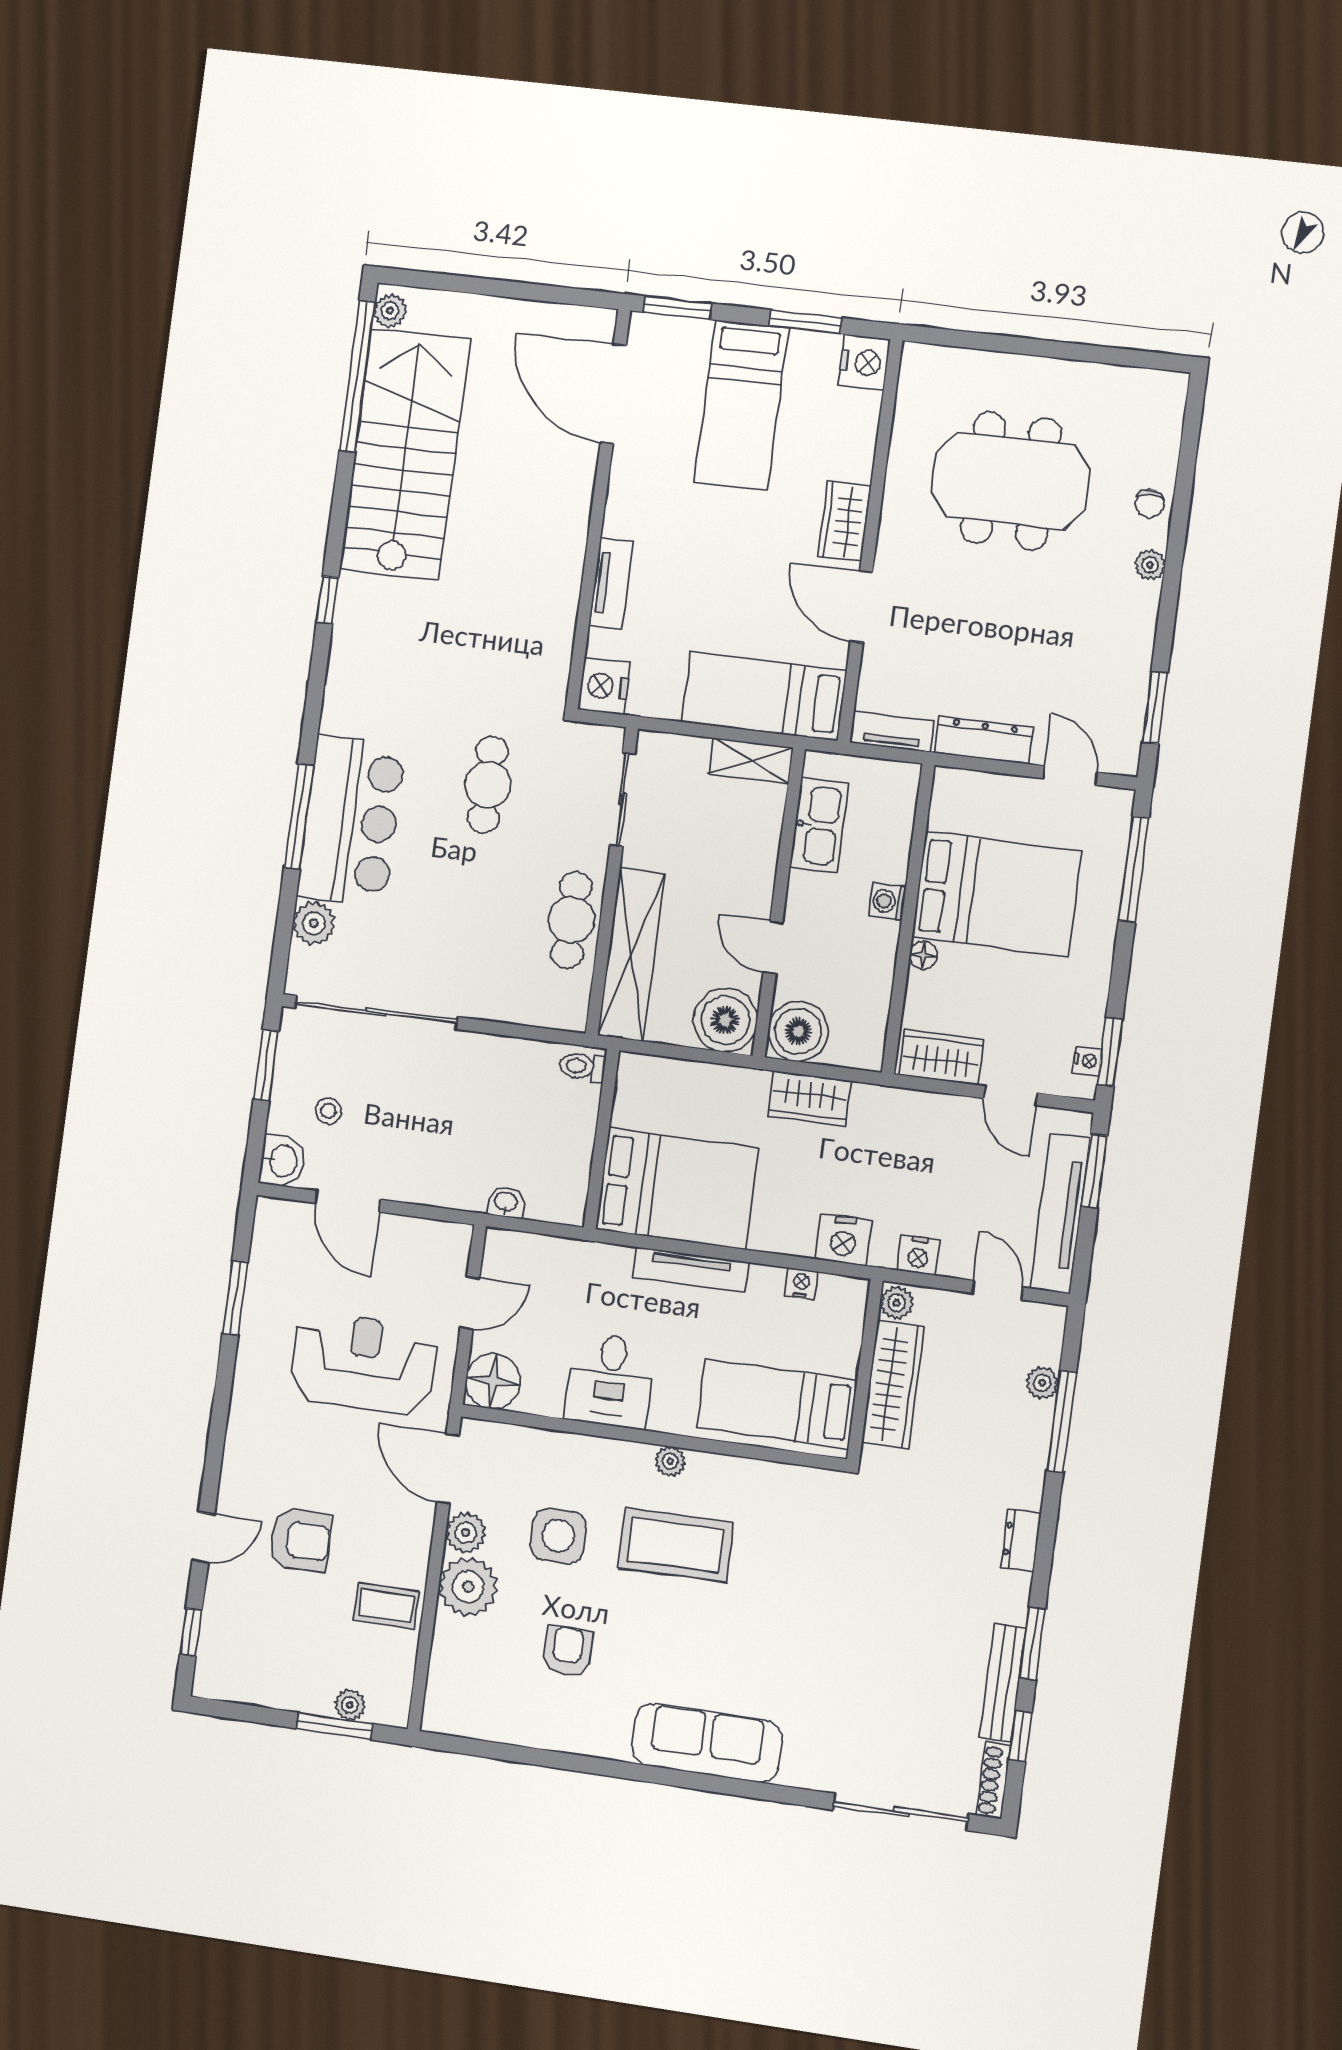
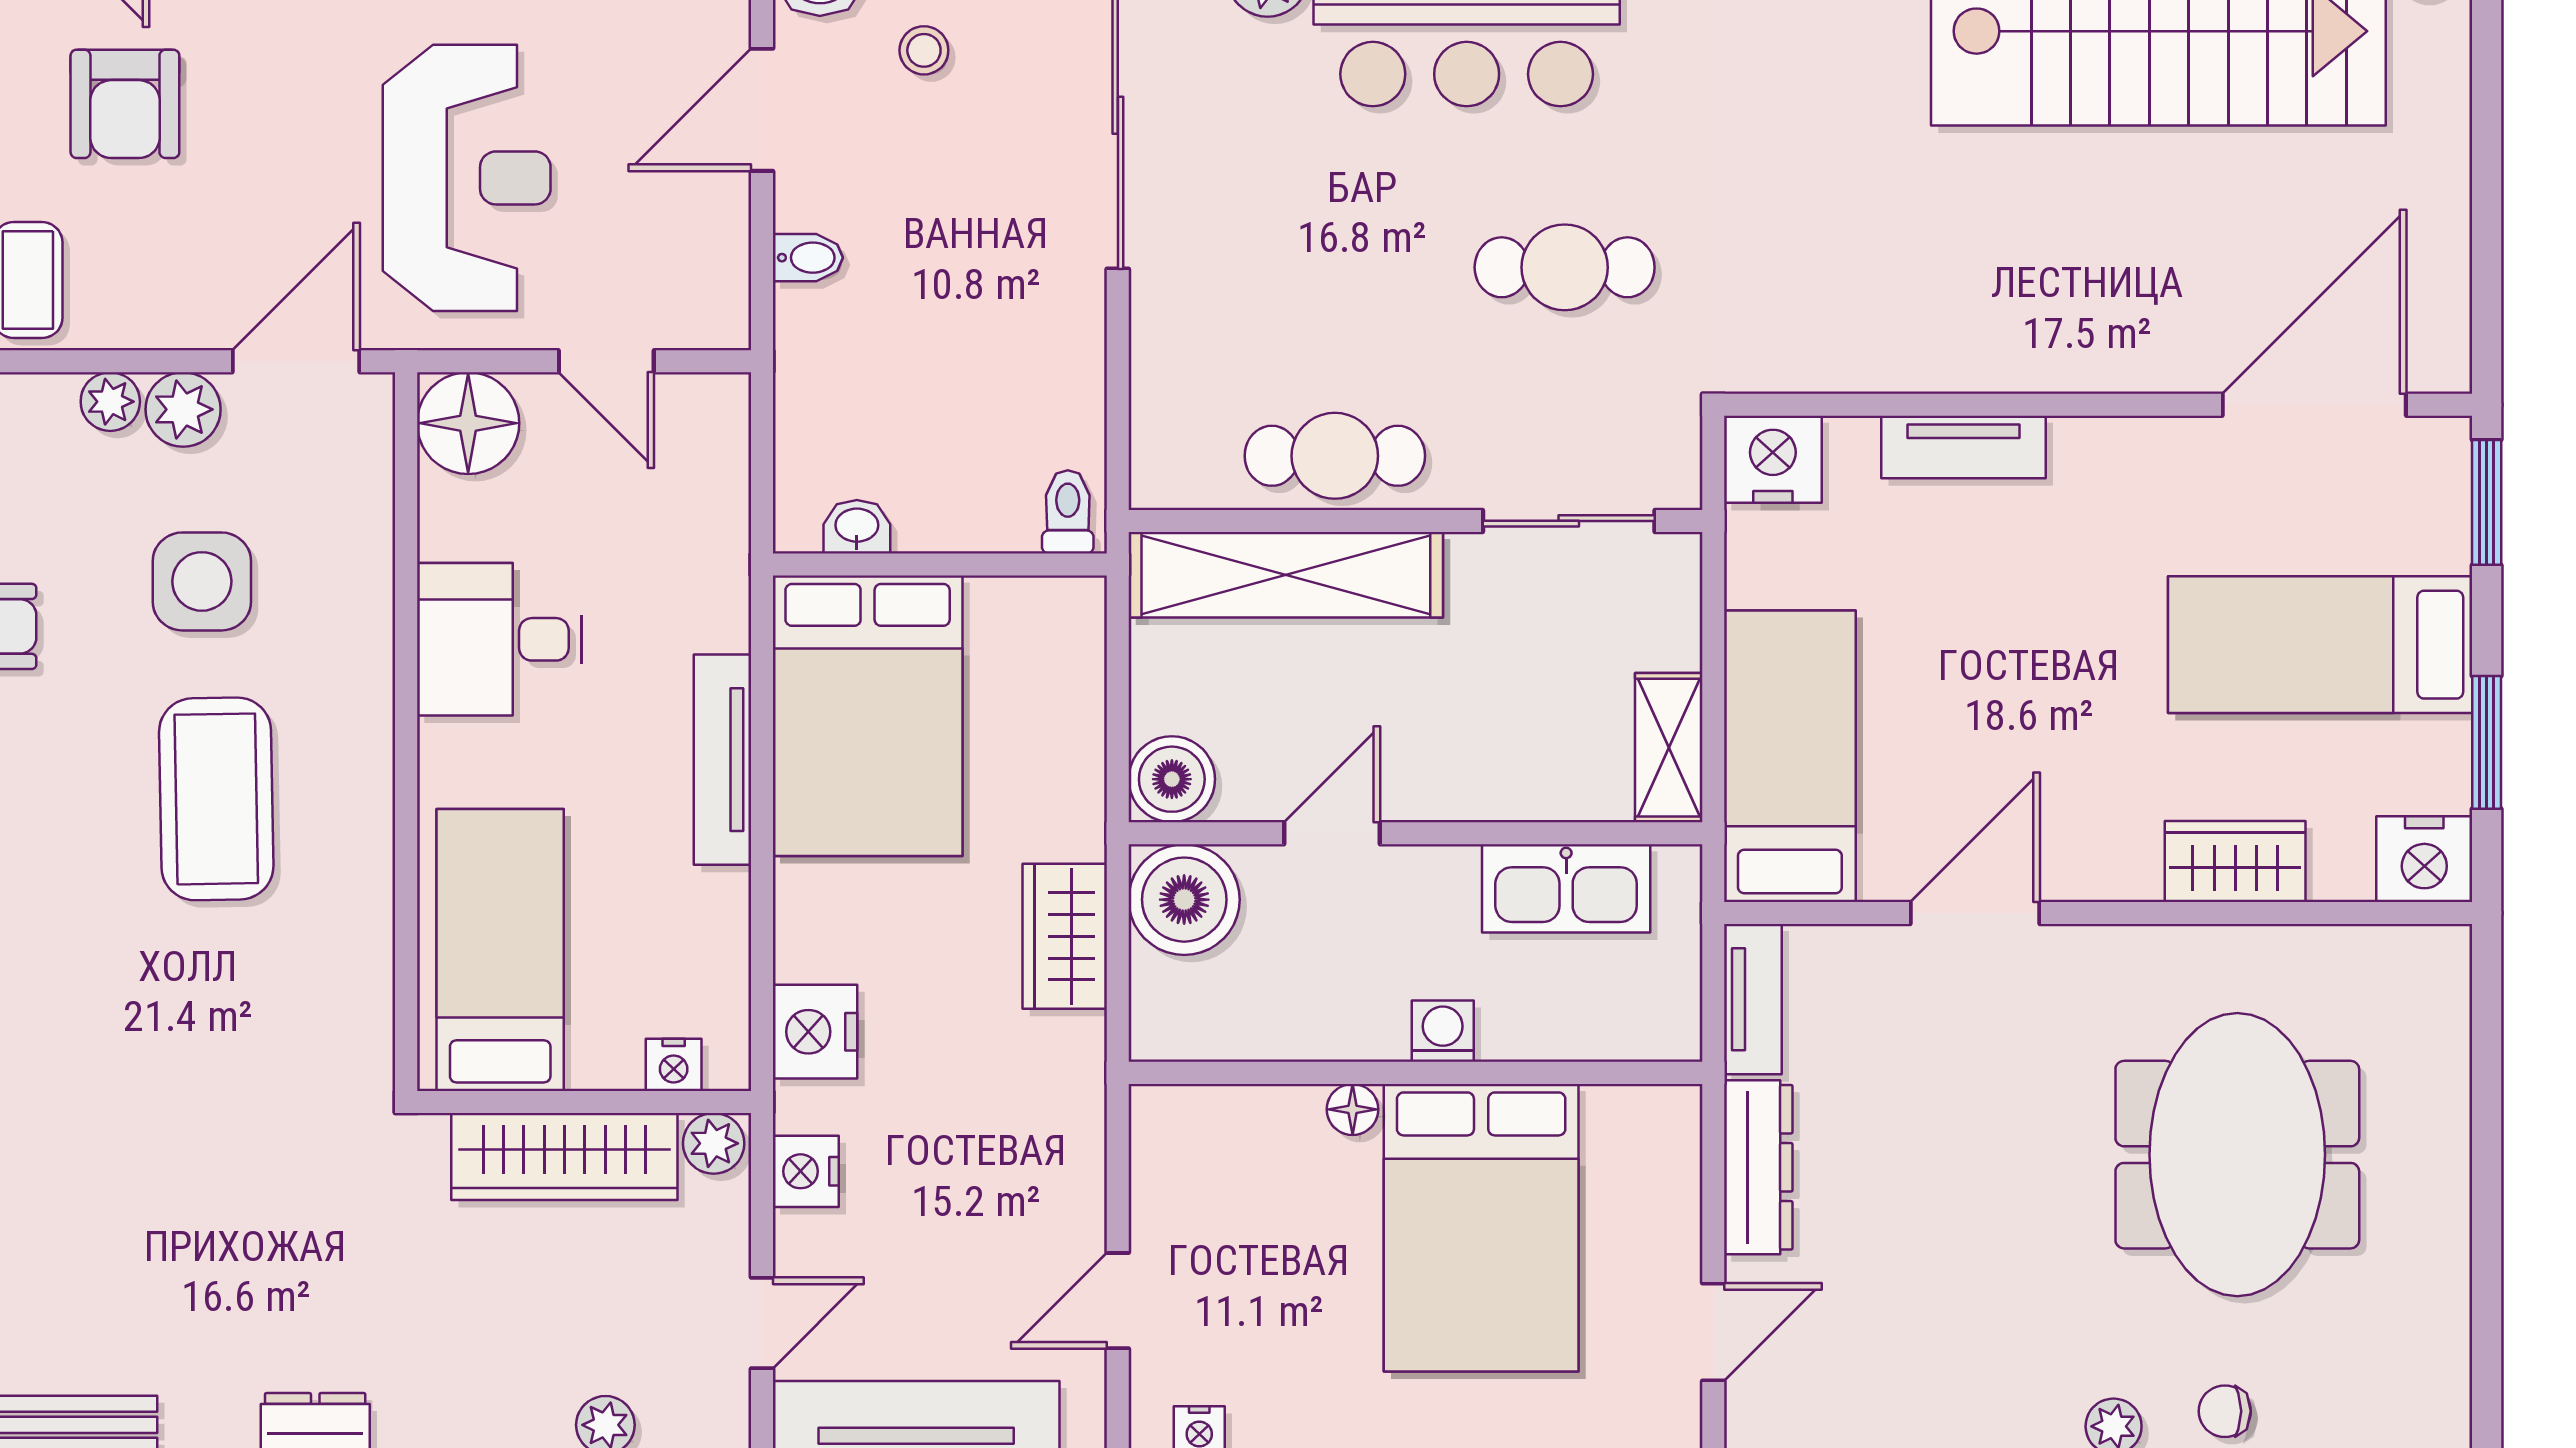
wardrobe: (844, 521) -> (2235, 861), moved
boiler: (725, 1020) -> (1172, 779), width x0.73, depth x0.73
wardrobe: (941, 1057) -> (1171, 1166), removed
bidet: (429, 1187) -> (808, 258), added
washbasin: (506, 1202) -> (857, 527), moved, turned -90
nightstand: (801, 1284) -> (674, 1065), moved, turned 90
plant: (670, 1461) -> (368, 769), removed
plant: (468, 1587) -> (110, 402), width x0.53, depth x0.53

